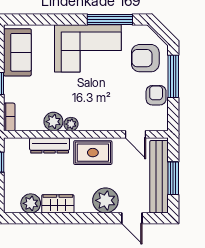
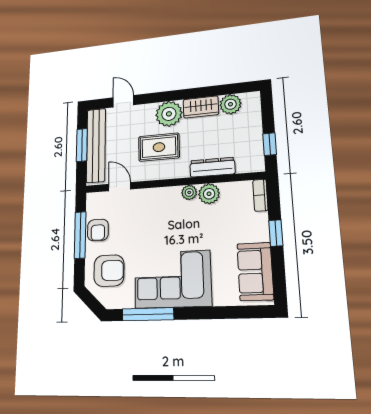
window: (173, 76) -> (80, 235), moved
rug: (93, 153) -> (159, 147), moved
plant: (105, 200) -> (169, 114), moved

